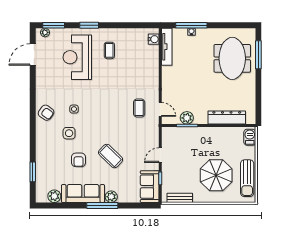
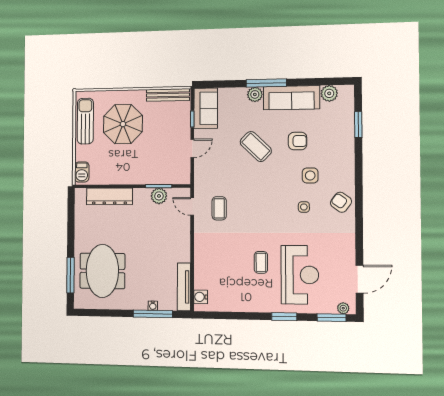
coffee table: (109, 50) -> (261, 262), moved
armchair: (79, 160) -> (297, 141), turned 90
bench: (180, 198) -> (168, 95), width x1.36

